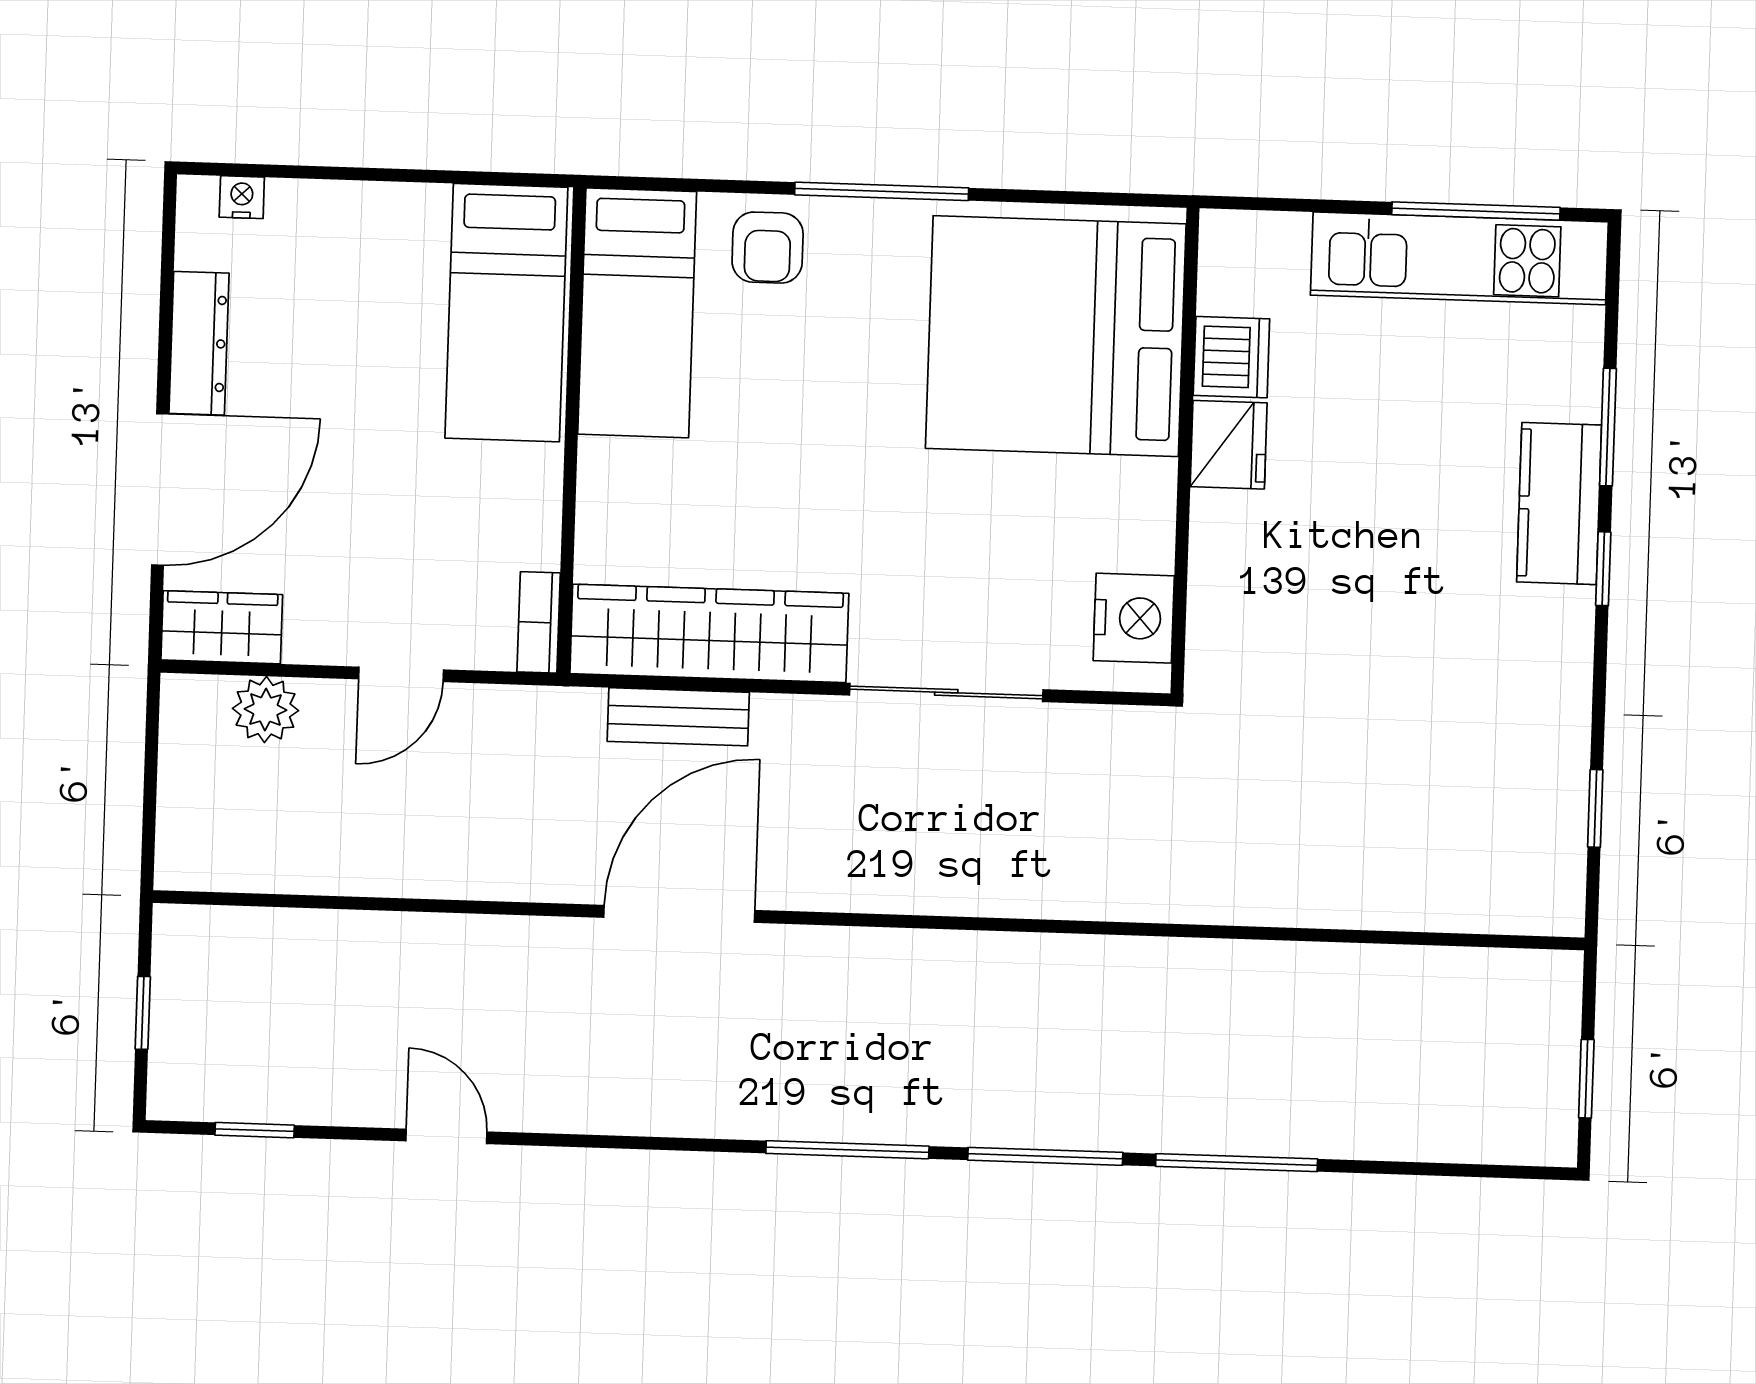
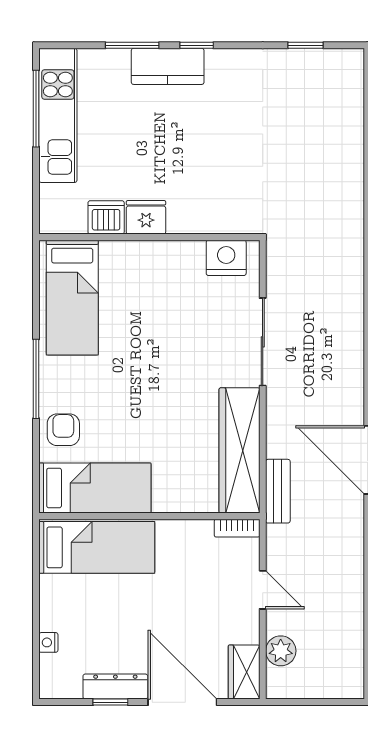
nightstand: (242, 197) -> (48, 642), moved
armchair: (768, 248) -> (63, 430), turned -90
window: (165, 331) -> (110, 702), added
bed: (1056, 336) -> (72, 298), width x0.49
bench: (678, 717) -> (278, 491), moved

